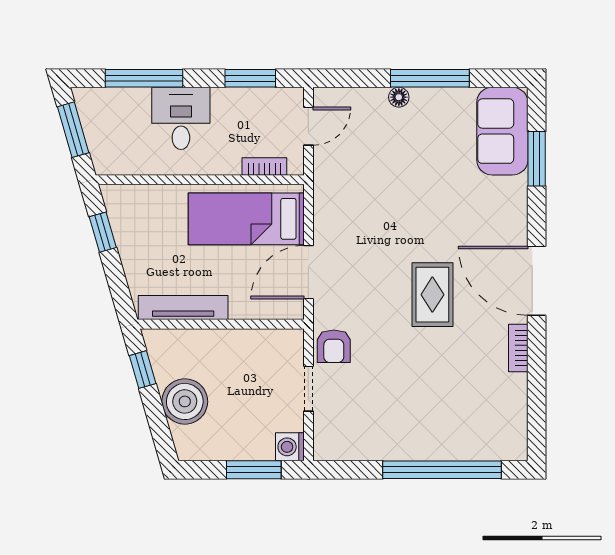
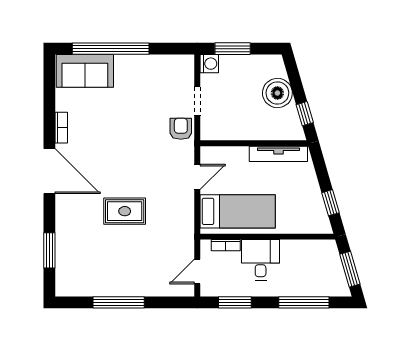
floor lamp: (399, 97) -> (139, 290), removed
desk: (181, 118) -> (261, 260), moved, turned 180
sofa: (502, 131) -> (85, 71), moved, turned 90
door: (308, 272) -> (197, 177), width x0.73
rug: (432, 295) -> (125, 211), moved, turned 90

